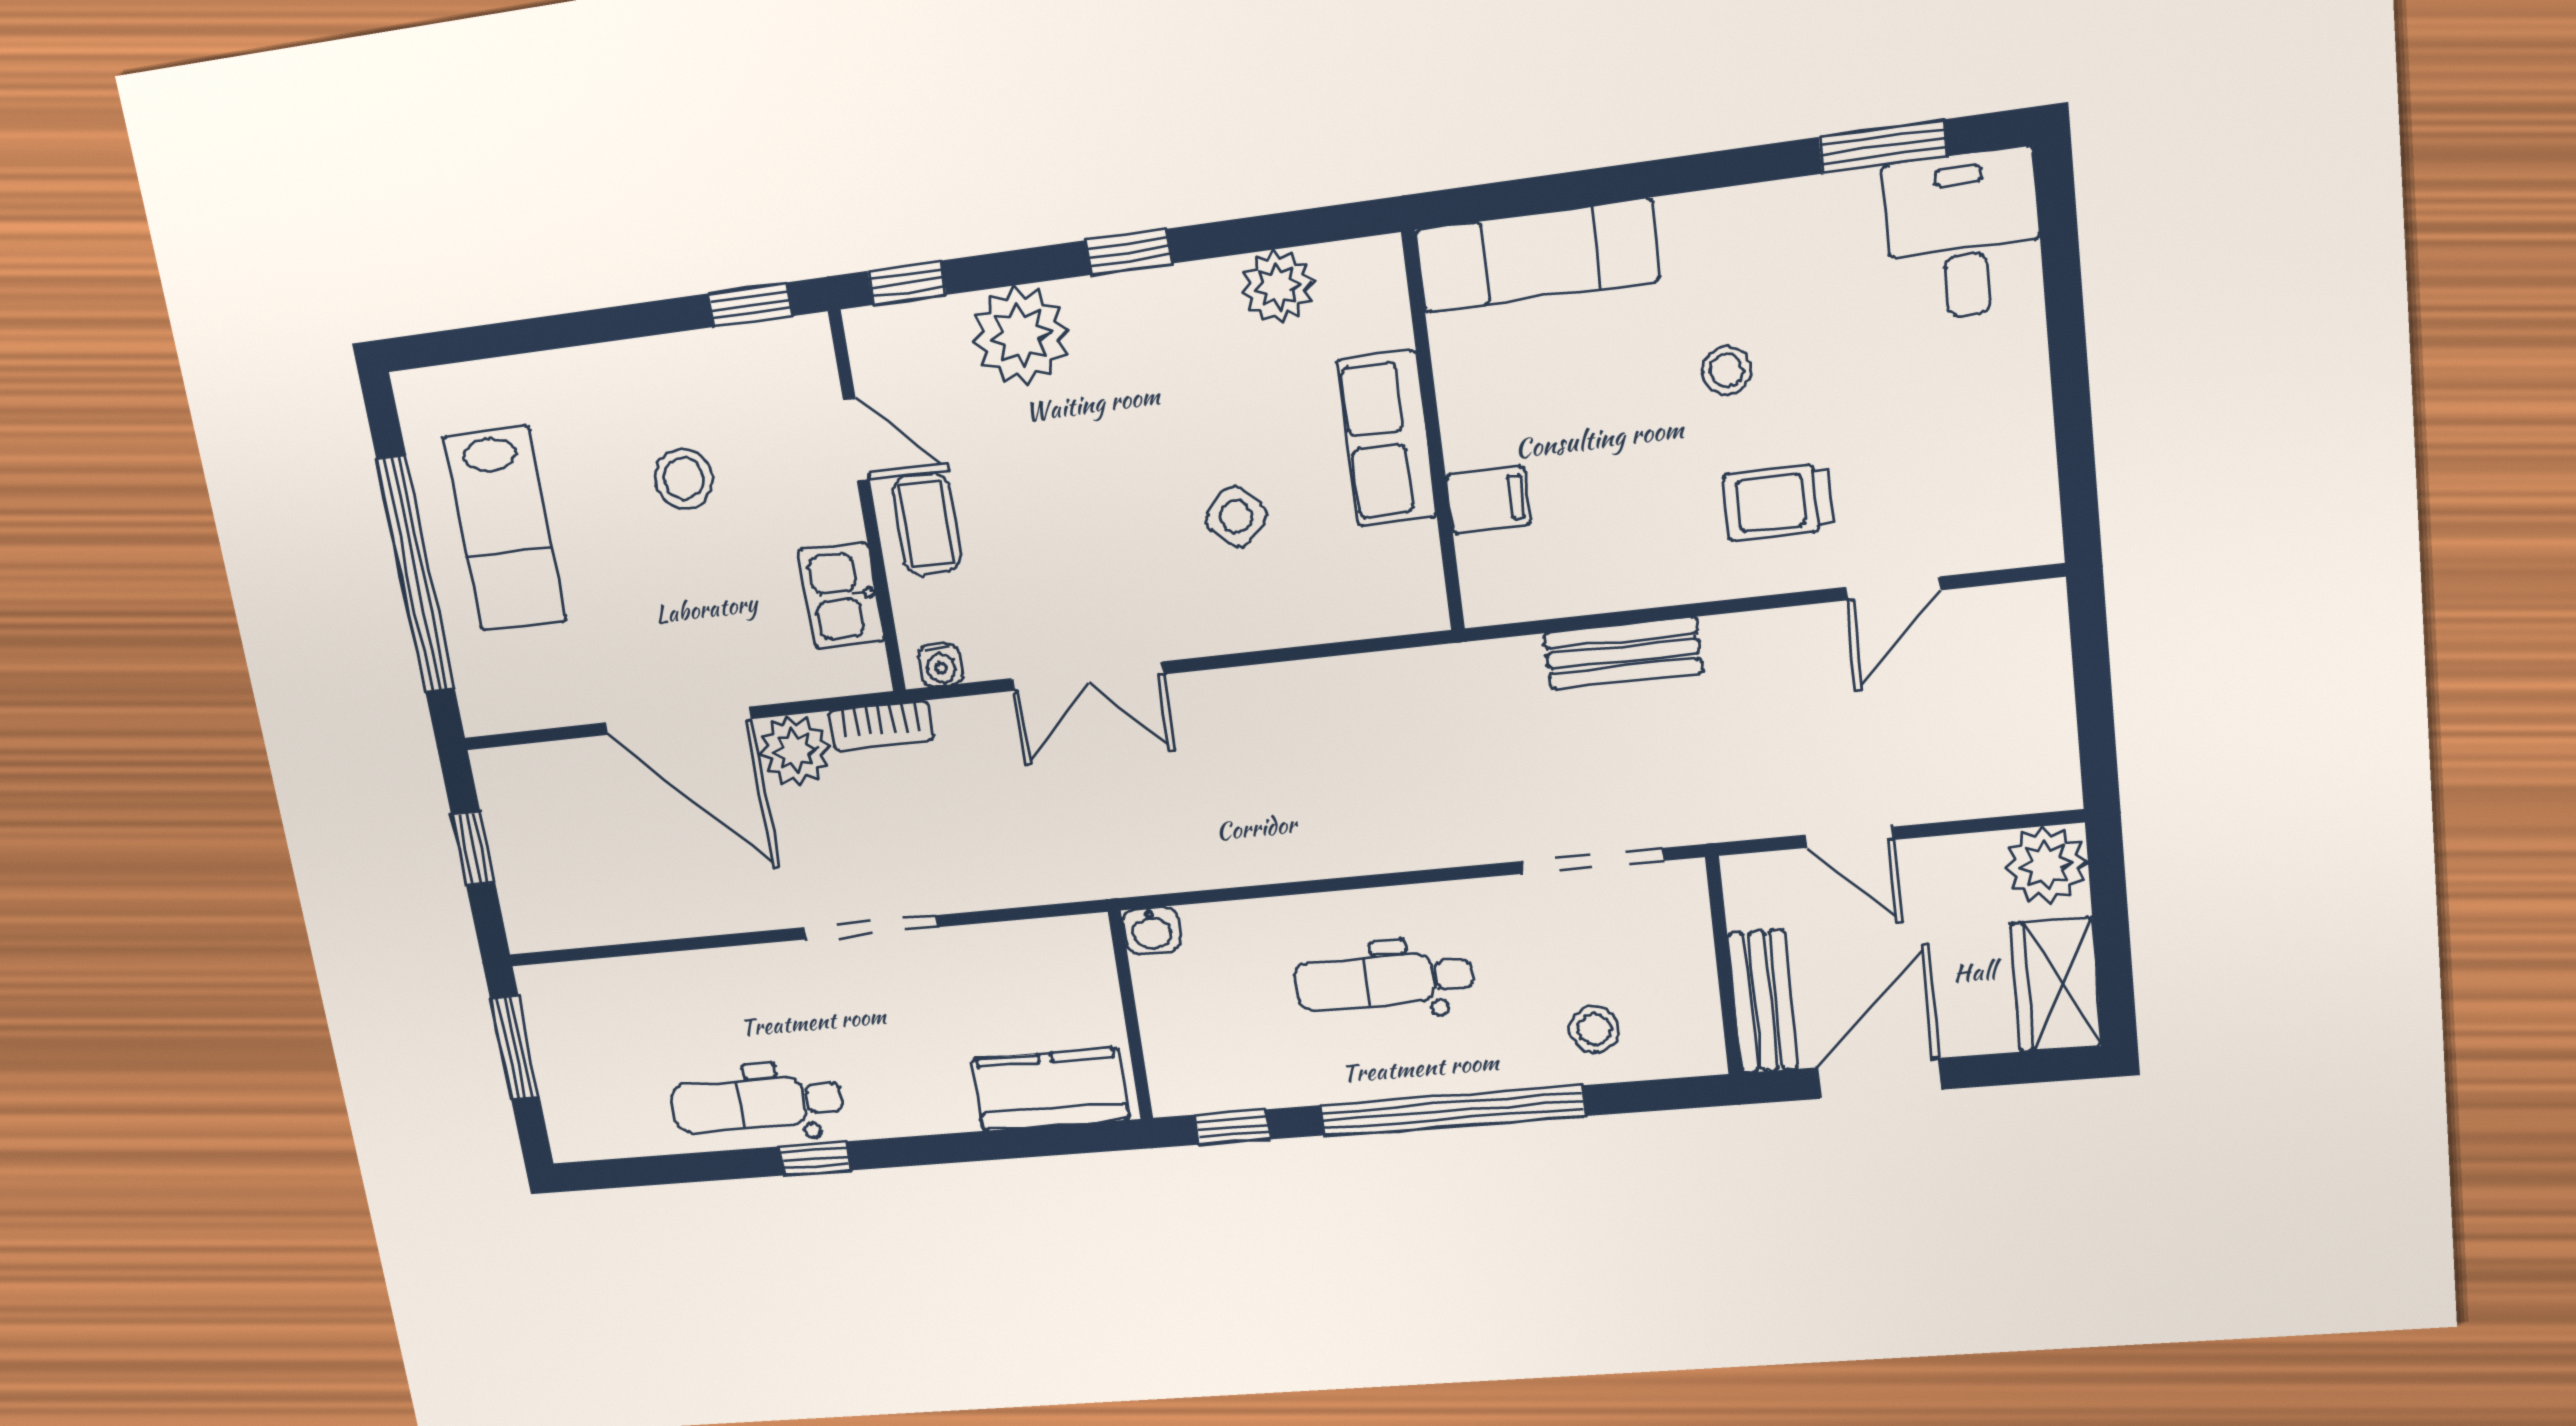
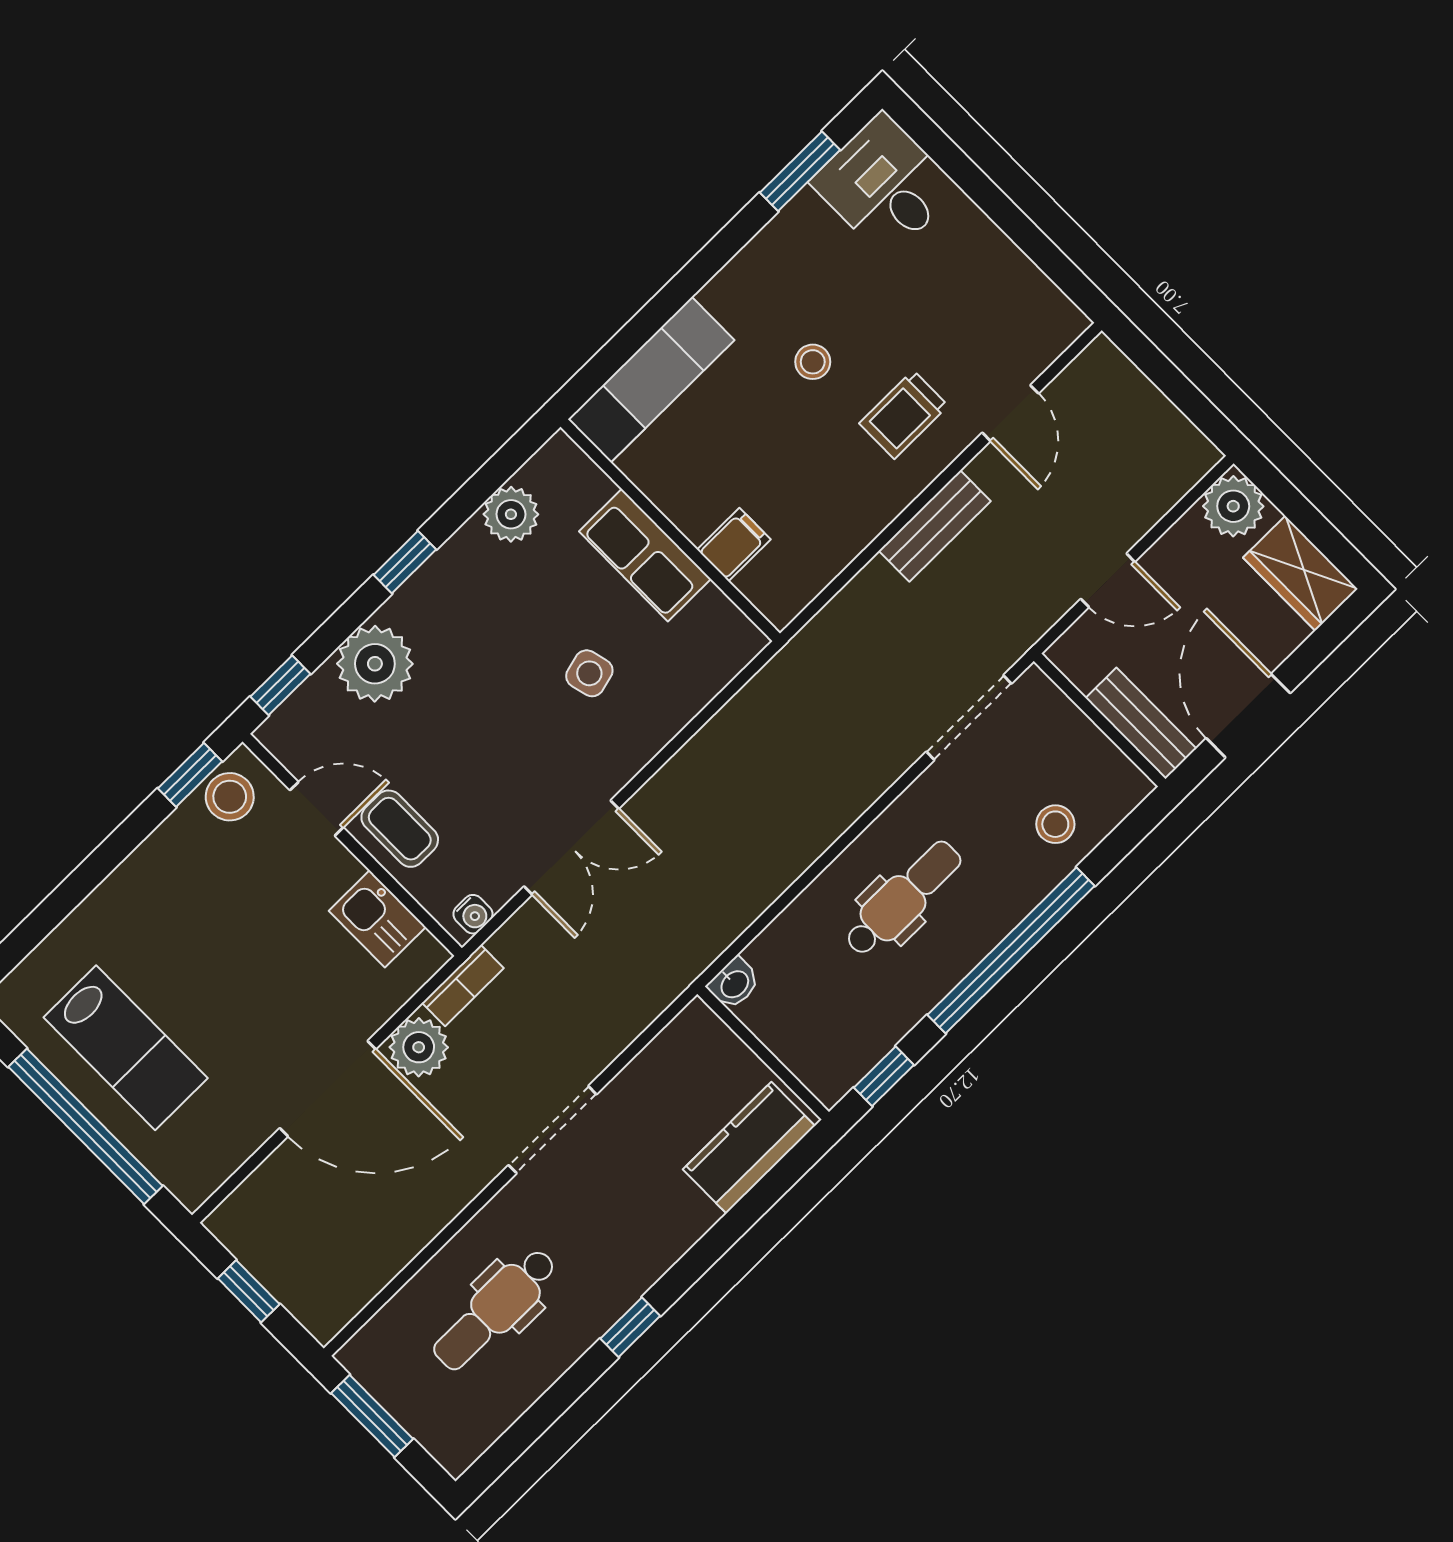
stool: (684, 479) -> (230, 797), moved
side table: (1236, 517) -> (589, 673), turned 33
bench: (1623, 653) -> (935, 526), moved
dental chair: (1383, 981) -> (903, 898), turned 180
dental chair: (757, 1103) -> (495, 1309), moved

